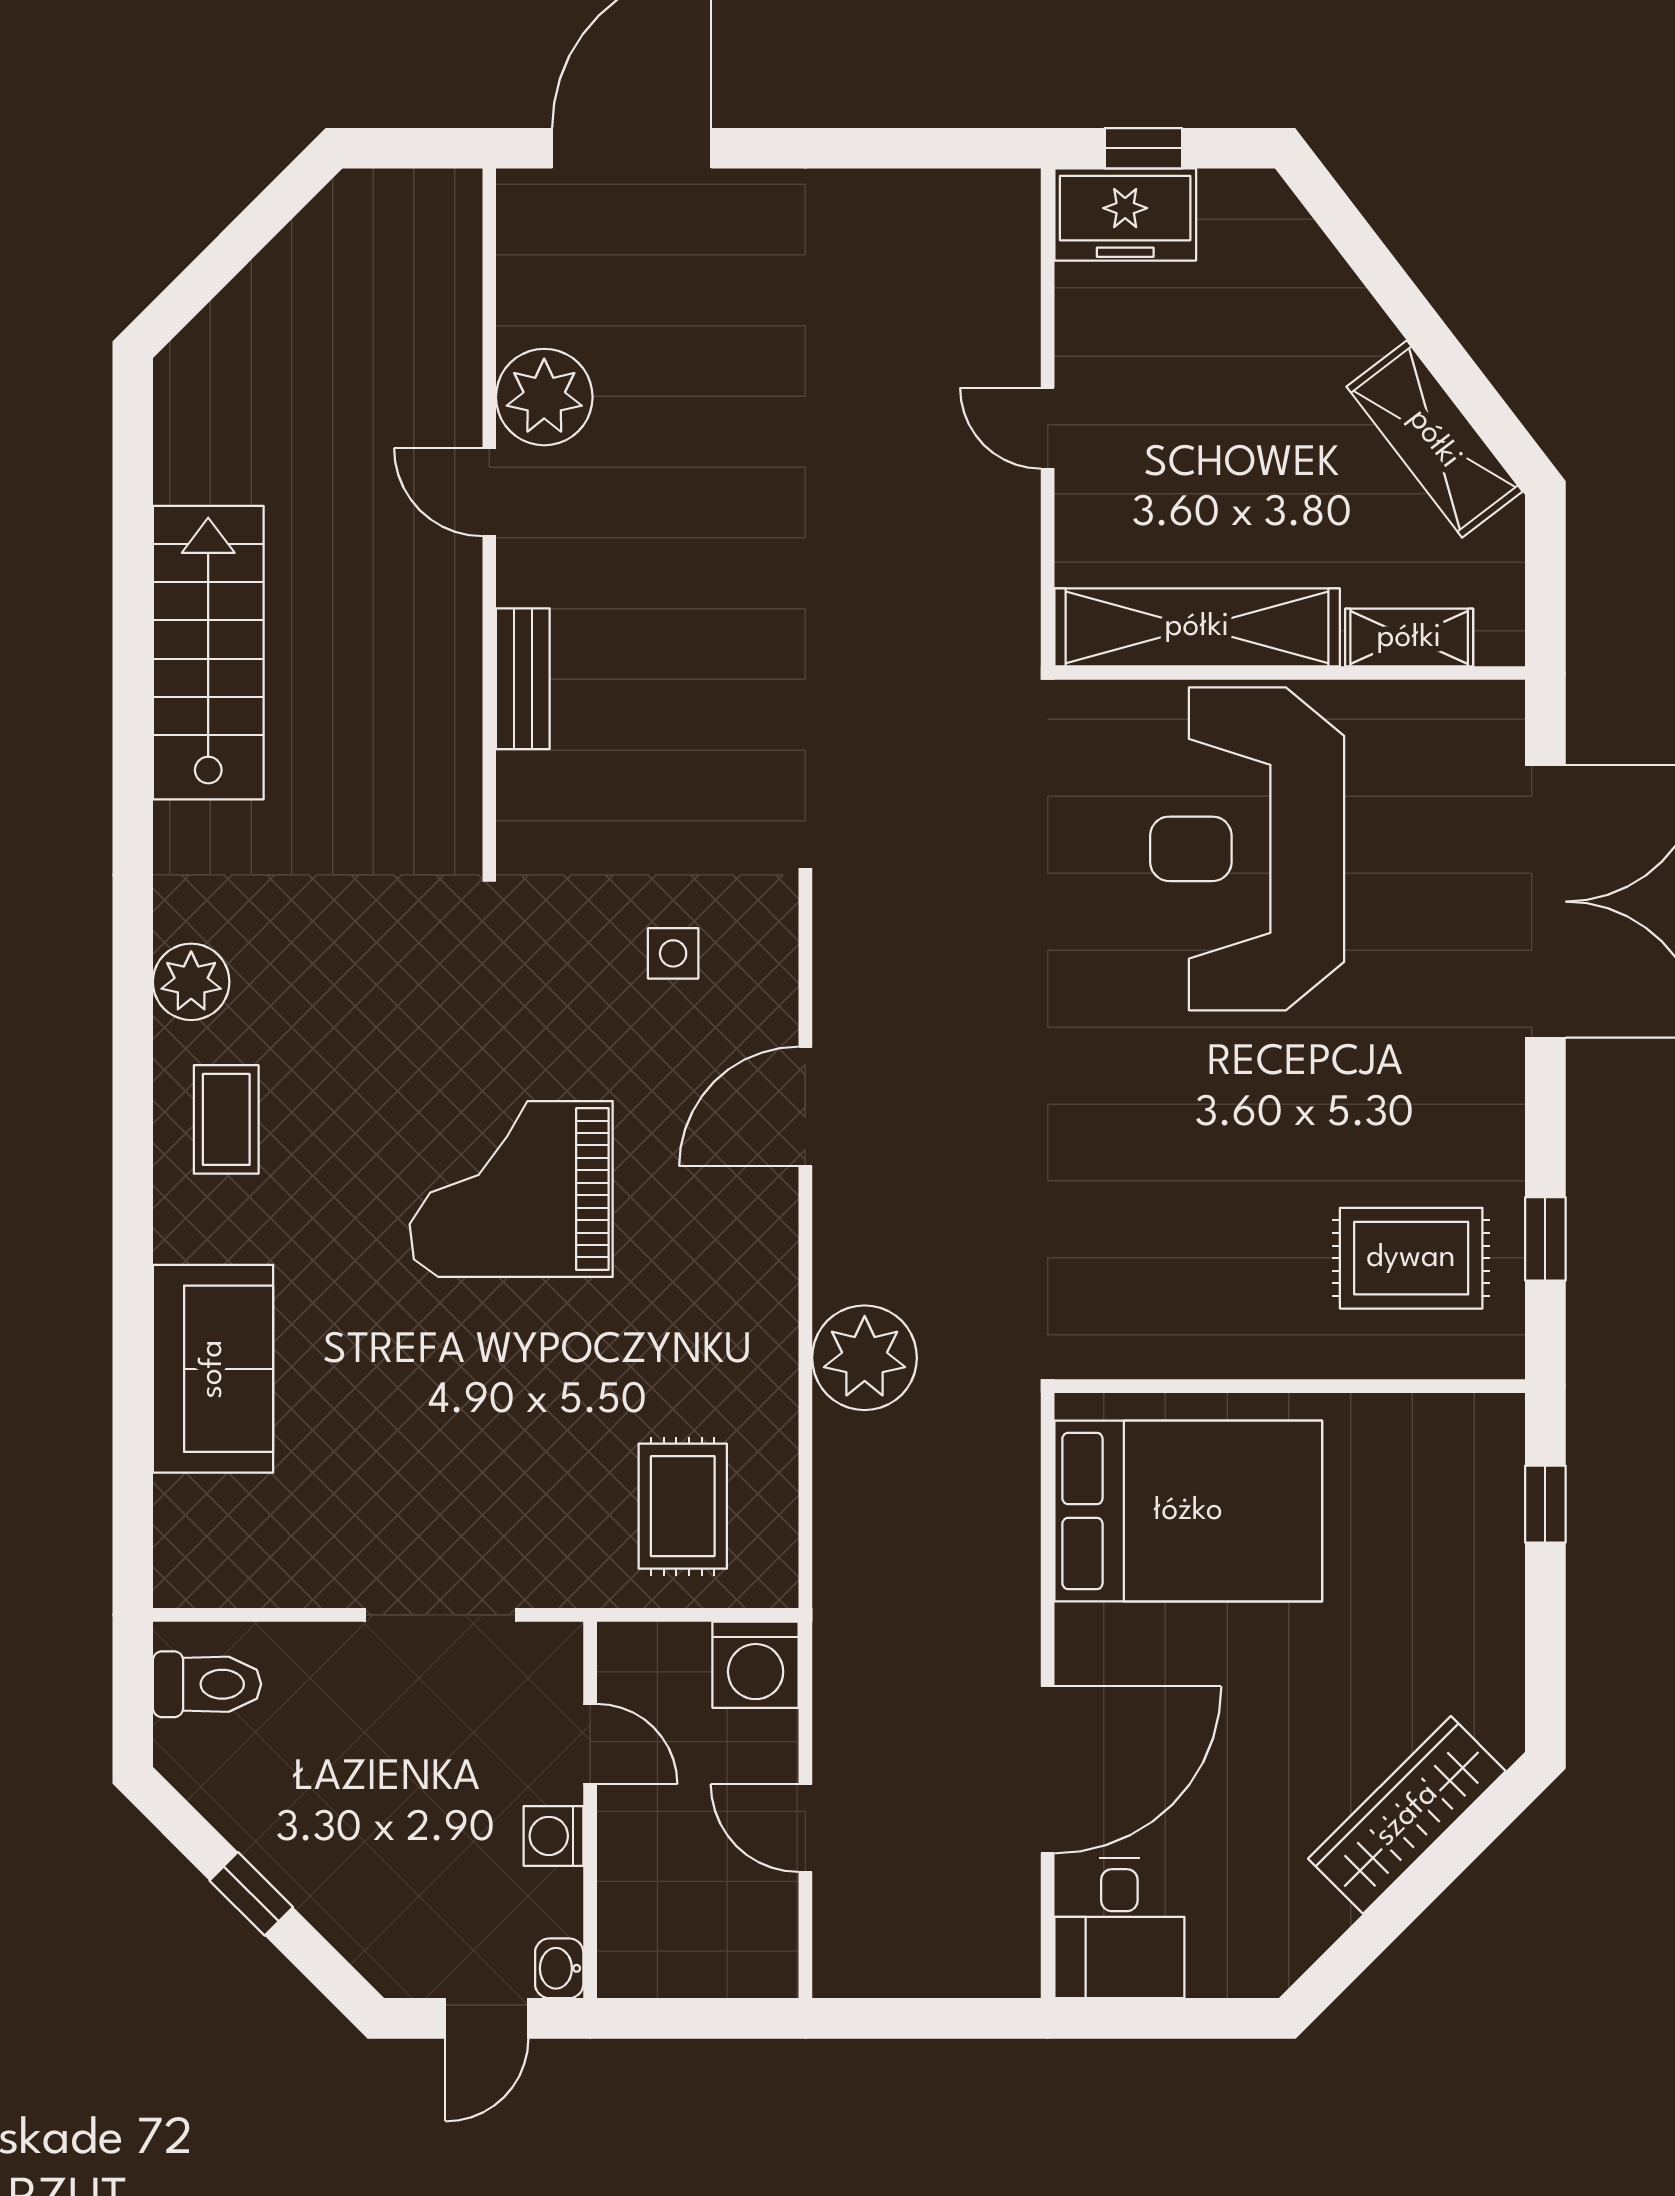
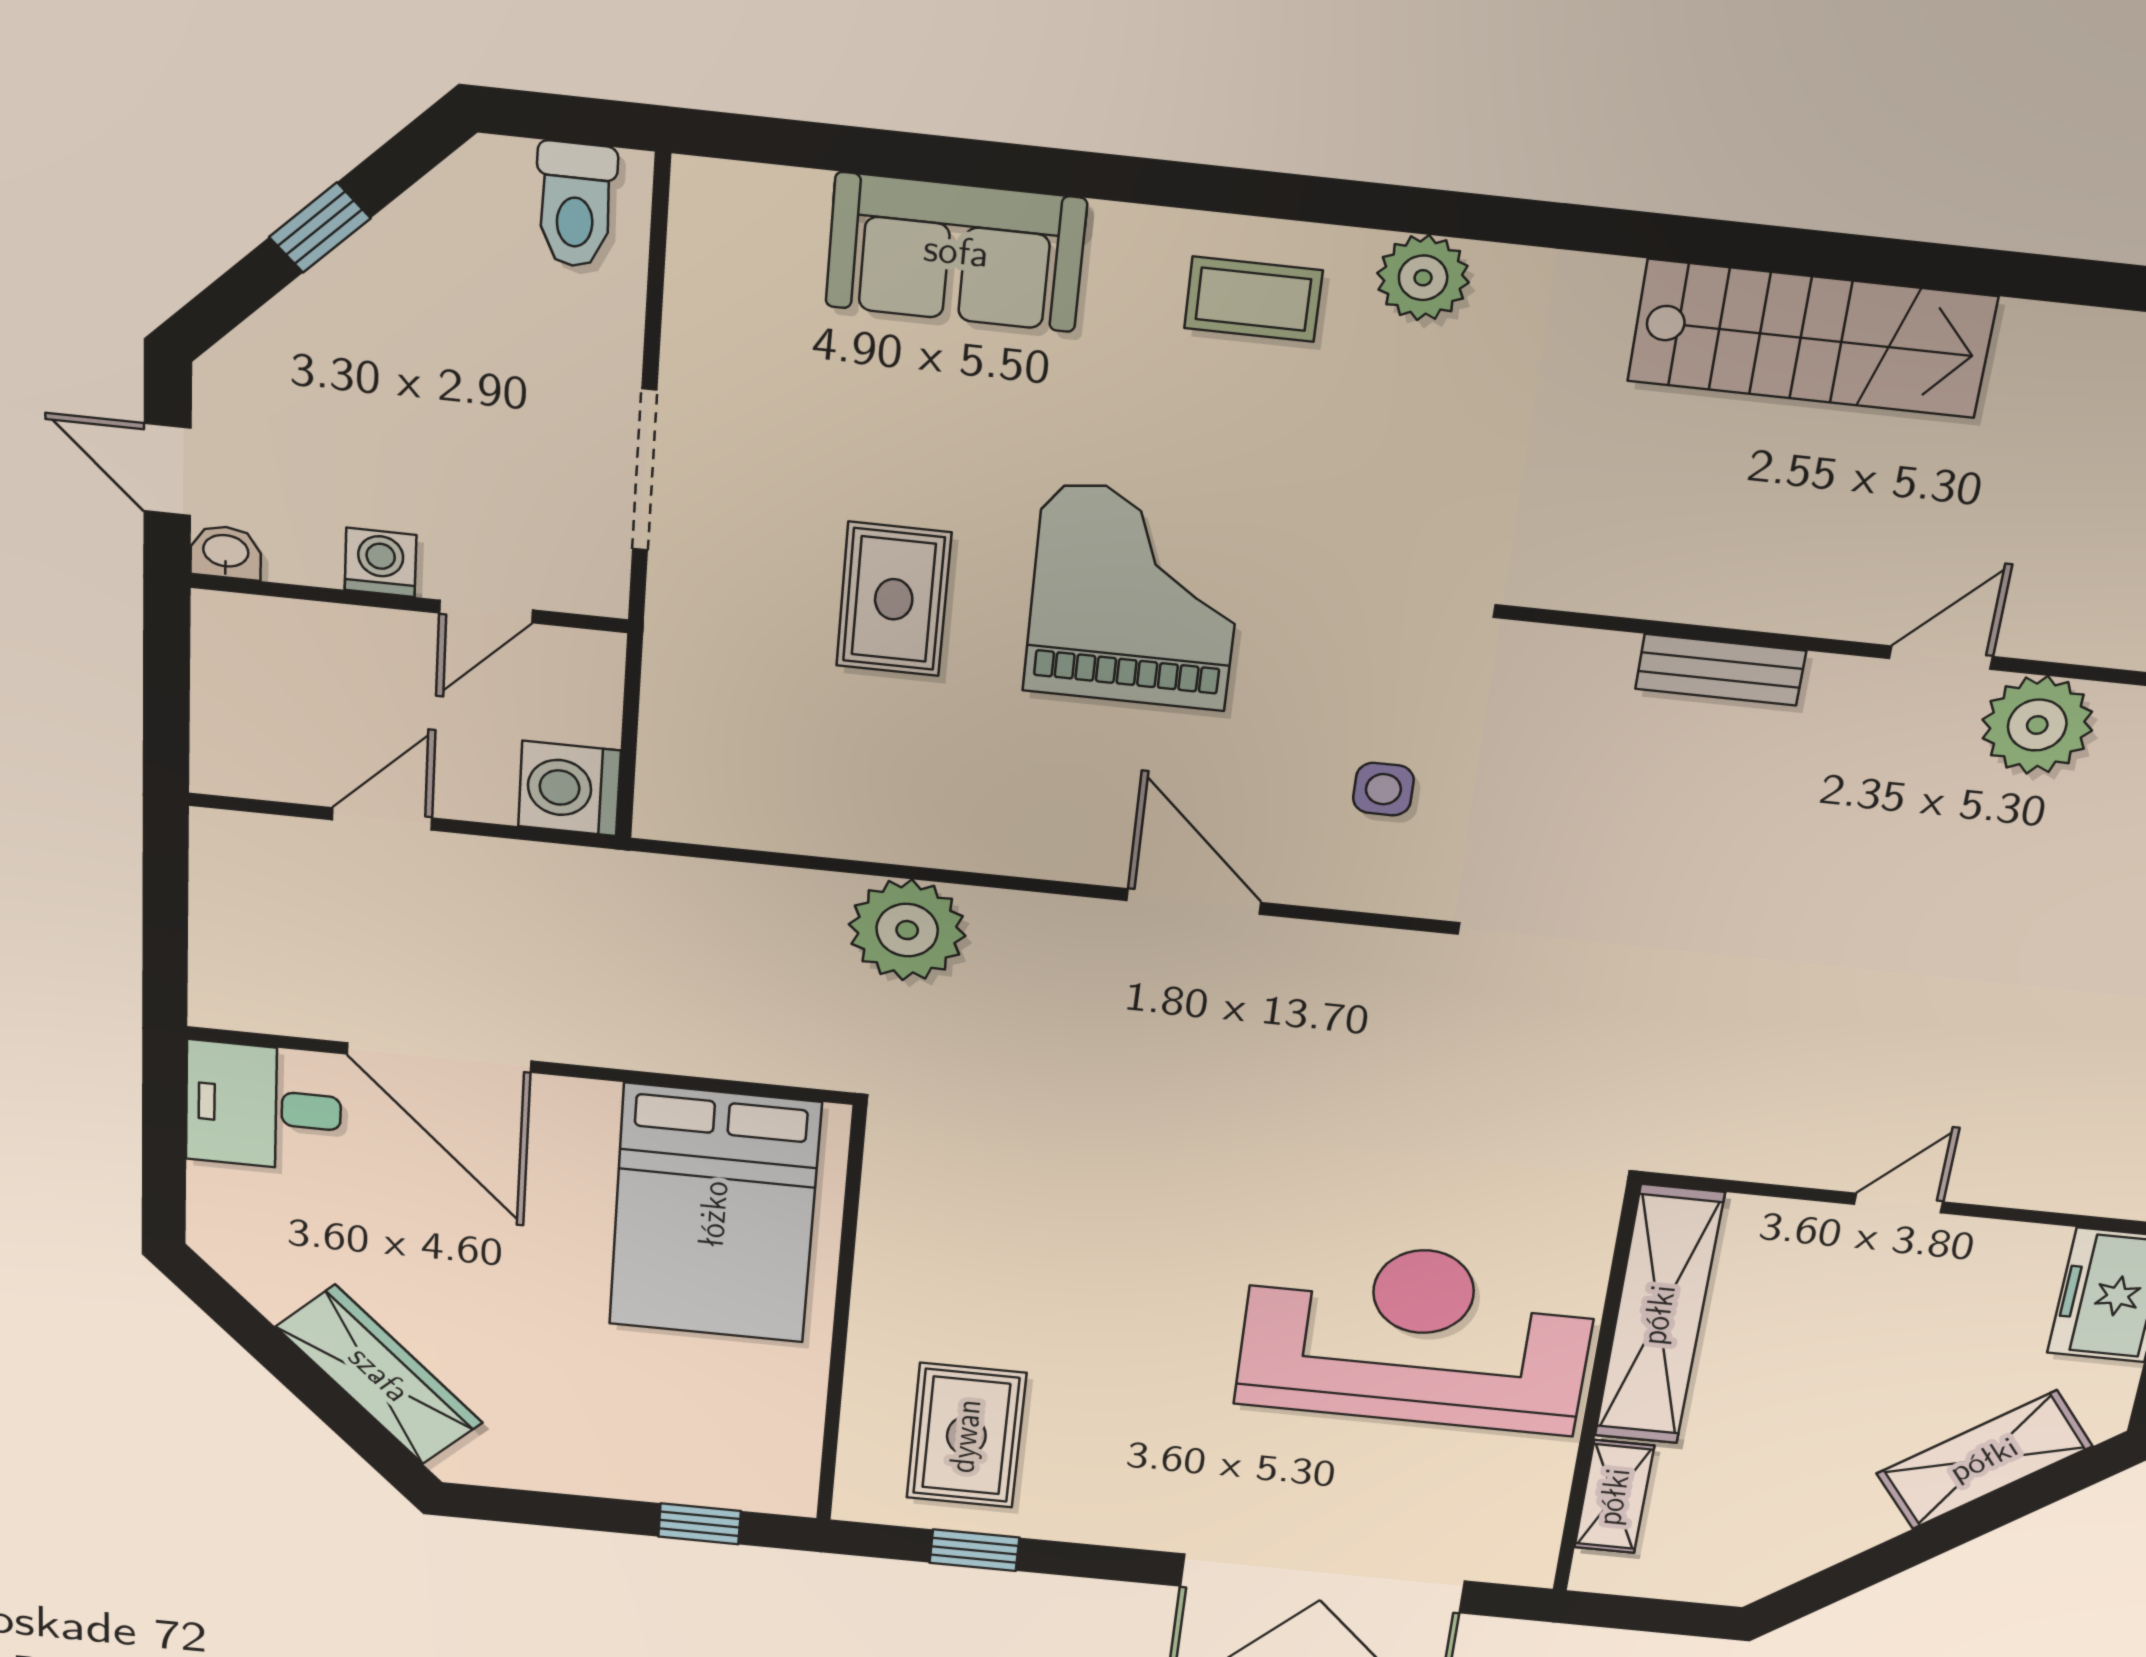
shelving: (1434, 439) -> (1984, 1460), moved
rug: (683, 1506) -> (894, 599), moved, turned 90

